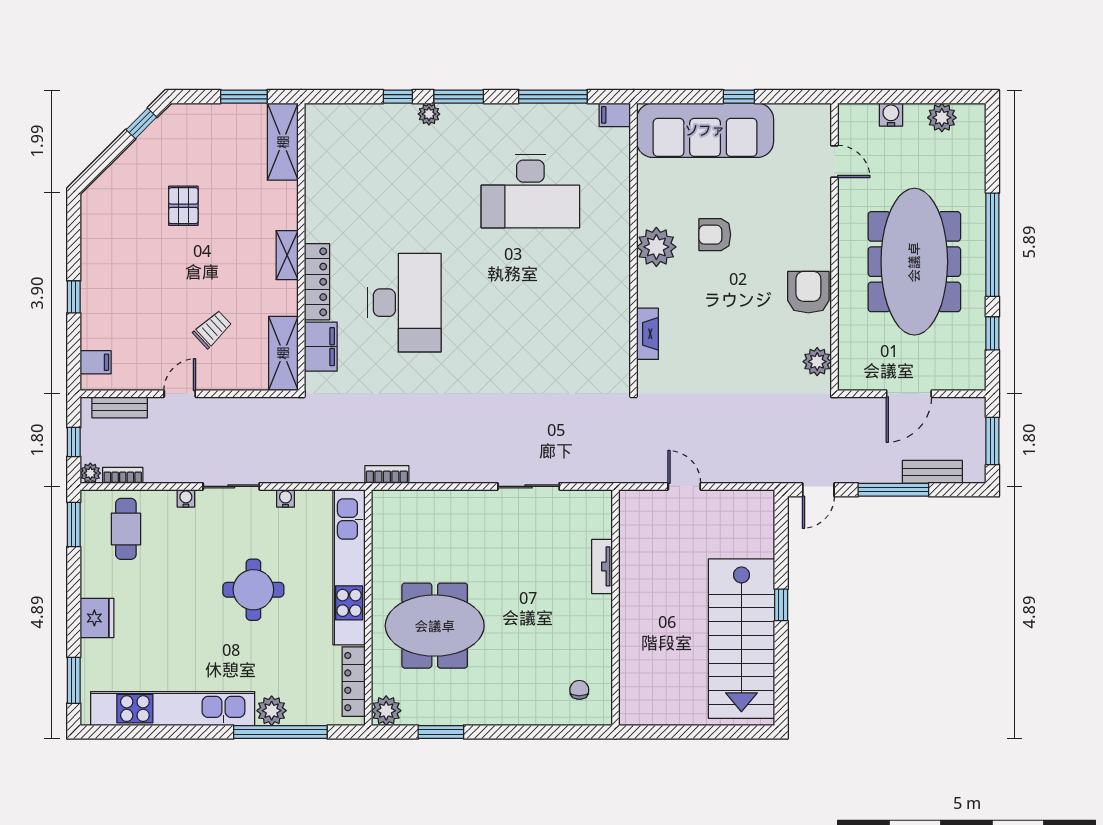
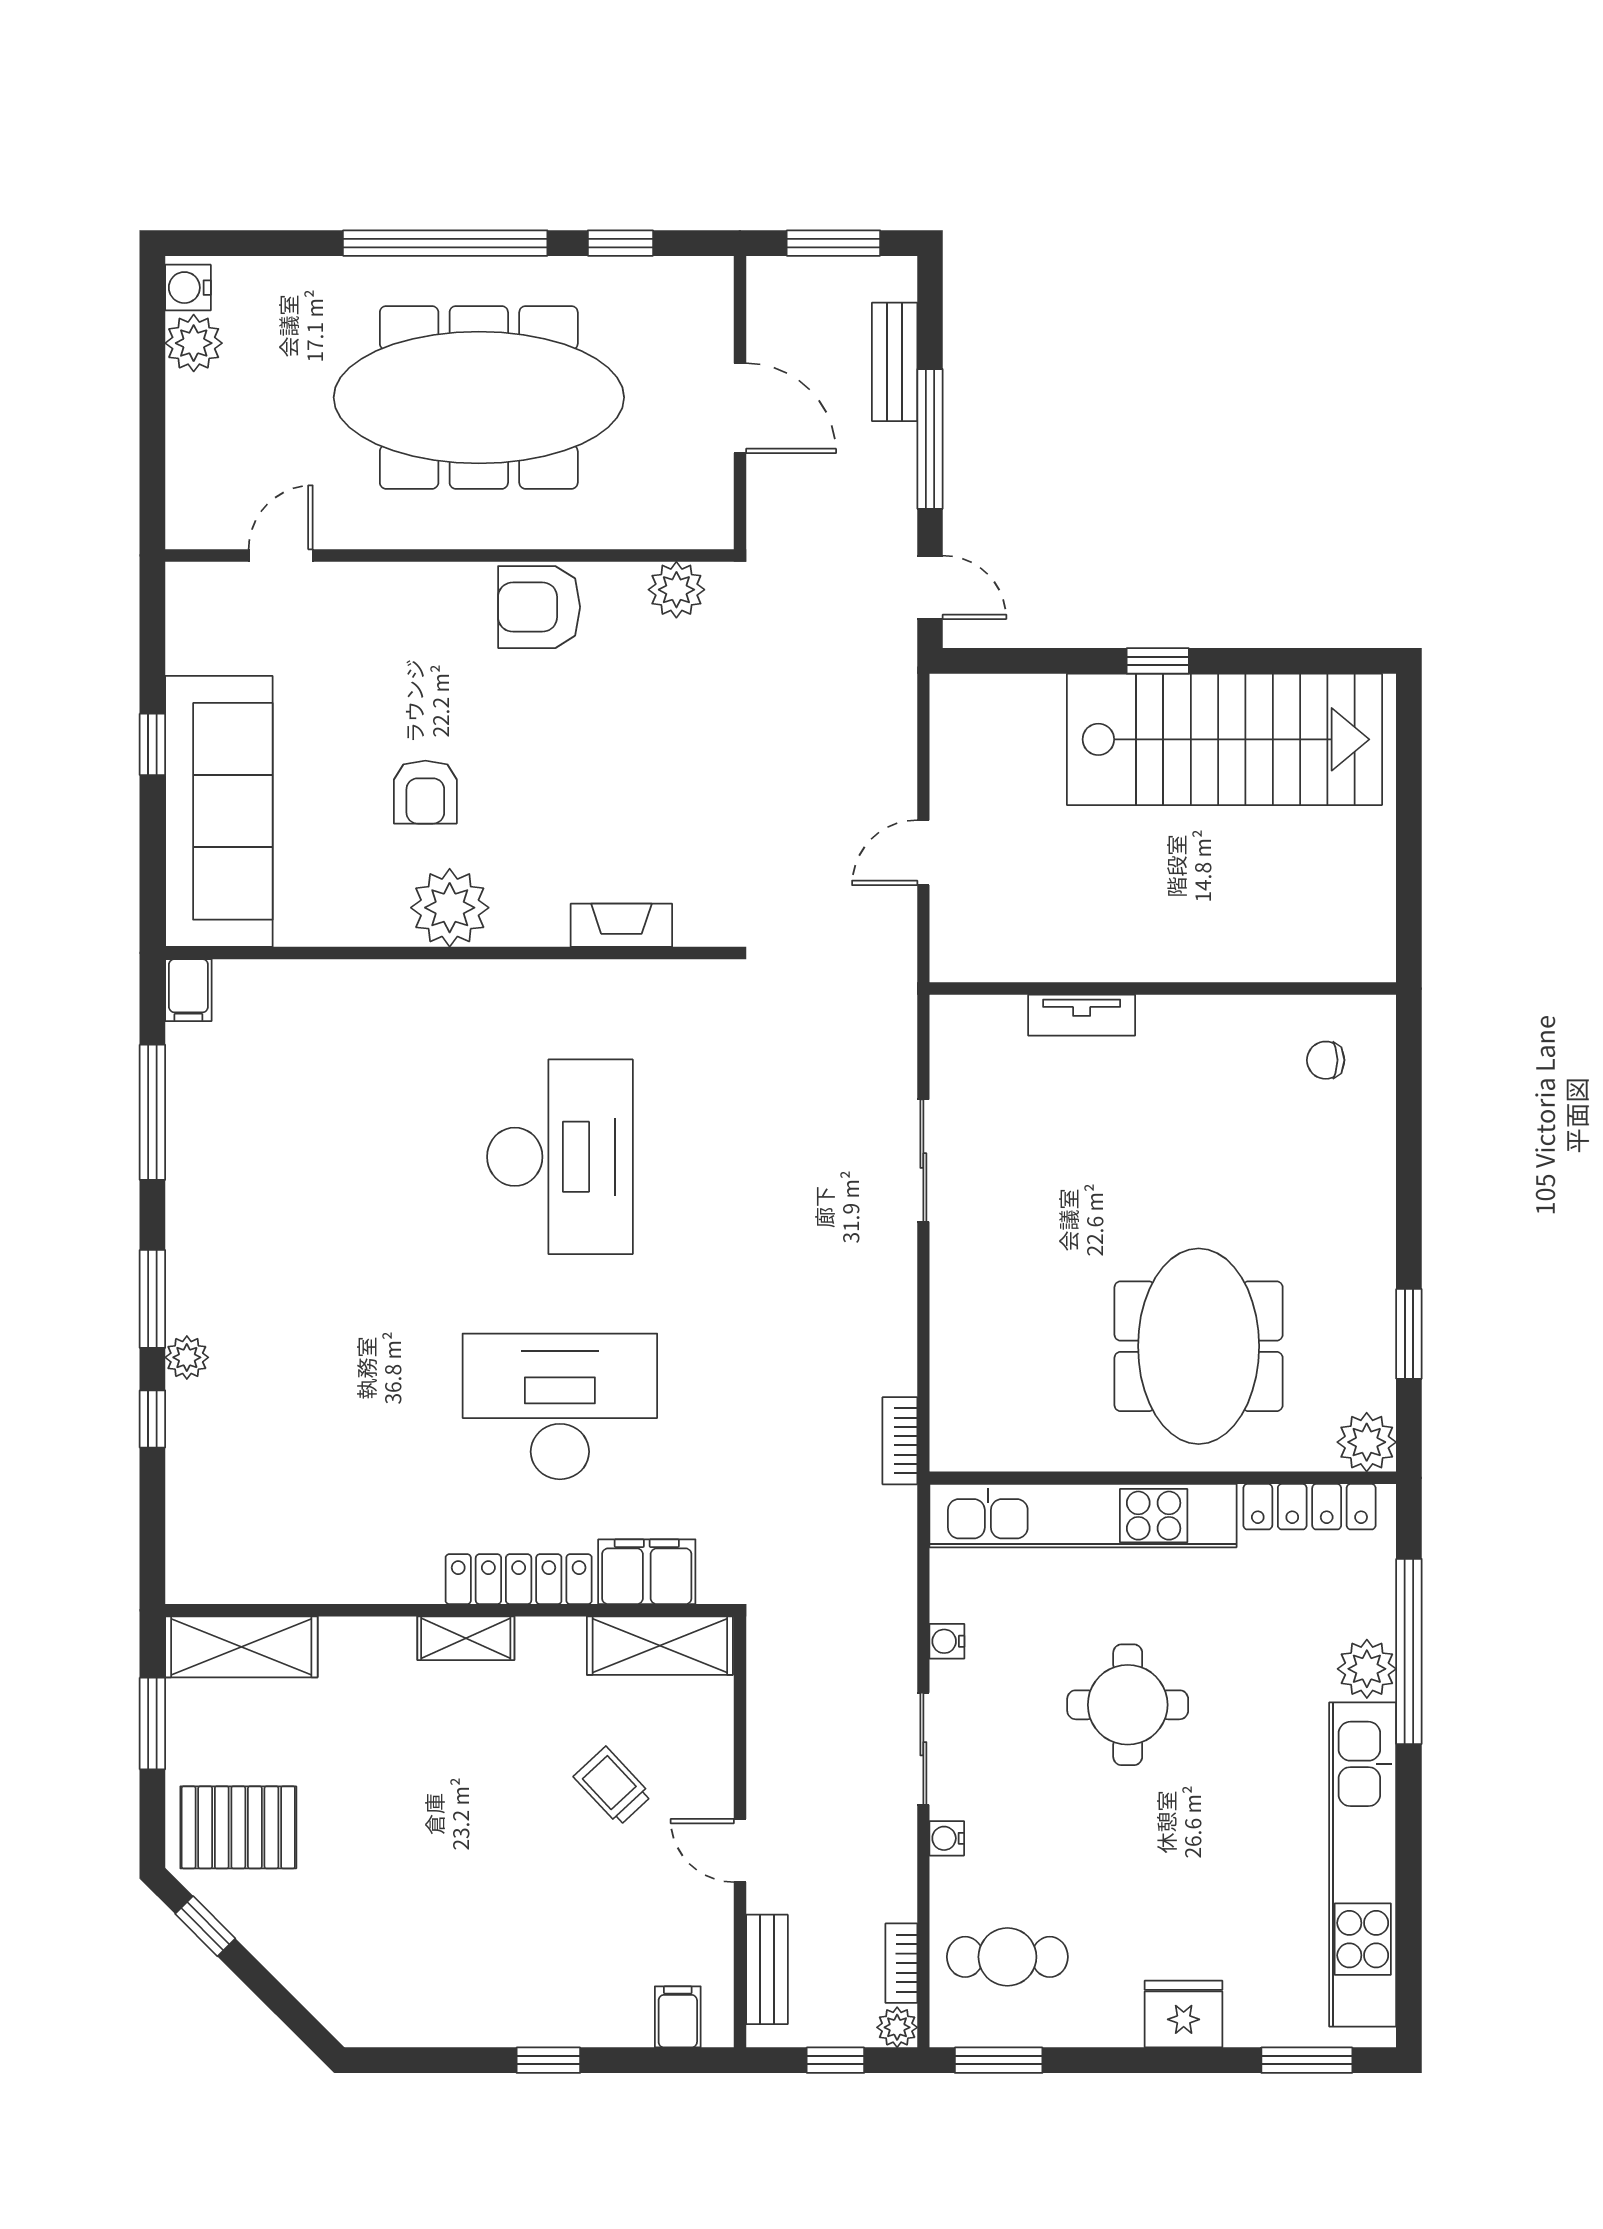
water cooler: (891, 115) -> (188, 288), moved
desk: (530, 191) -> (560, 1157), moved
pallet: (183, 206) -> (238, 1827), moved, width x1.50, depth x1.42

